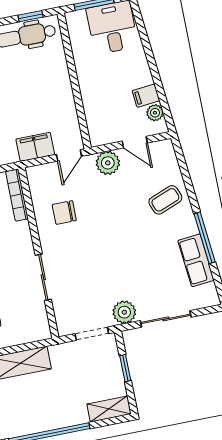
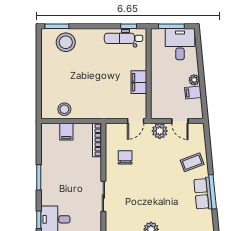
plant: (155, 113) -> (194, 80), moved
filing cabinet: (35, 147) -> (139, 82), moved, turned -90
chair: (64, 213) -> (125, 157), turned 90
row of seats: (196, 260) -> (203, 194), moved

